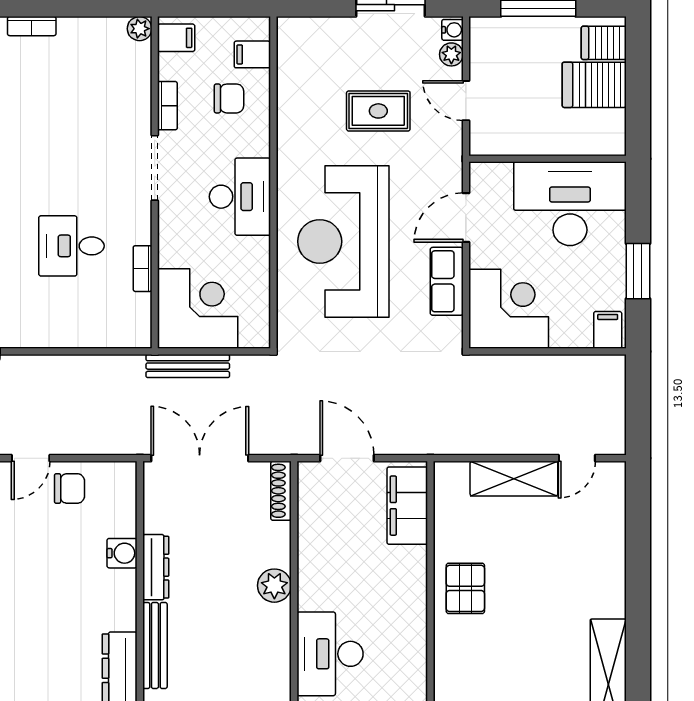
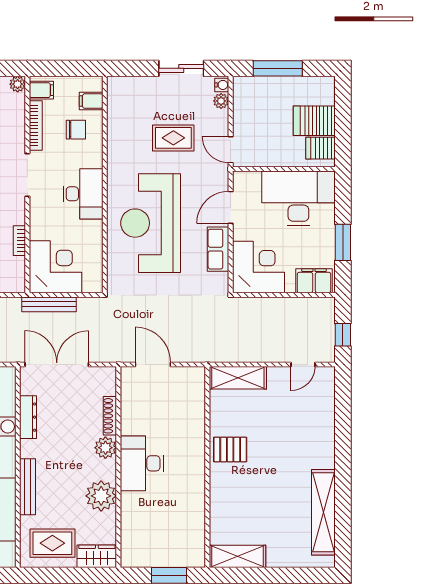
server rack: (604, 43) -> (321, 148), moved
door: (466, 101) -> (231, 150), moved
bookcase: (167, 106) -> (36, 125), width x1.56
filing cabinet: (608, 330) -> (314, 281), width x2.00
window: (638, 413) -> (343, 335), added
shelving: (514, 479) -> (238, 378), moved
shoe rack: (281, 491) -> (110, 416), moved
filing cabinet: (407, 506) -> (192, 395), removed
dresser: (156, 567) -> (28, 417), moved
pallet: (465, 588) -> (230, 449), turned 90
desk: (330, 654) -> (142, 463), moved
plant: (268, 659) -> (101, 496), added

